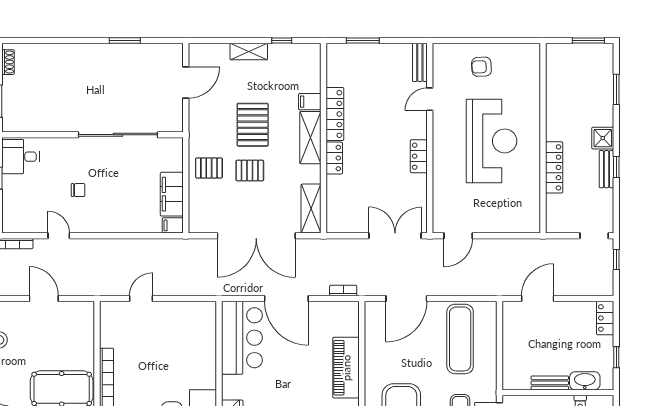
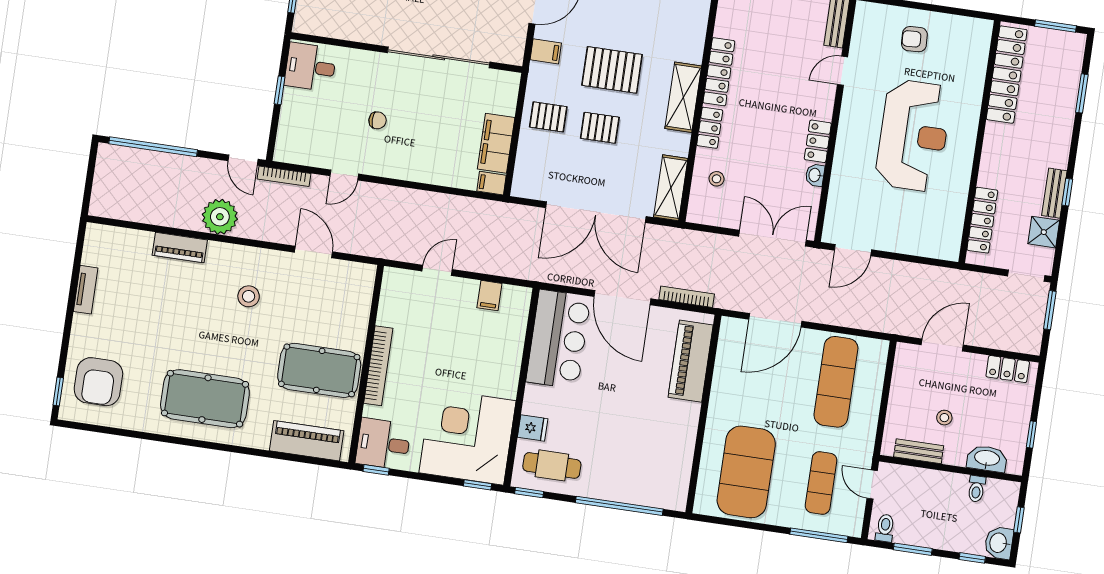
locker: (556, 83) -> (1007, 75), added
filing cabinet: (310, 102) -> (546, 51), moved, turned 180
pallet: (253, 125) -> (612, 70), turned 90
shower: (603, 138) -> (1044, 232), moved
locker: (554, 167) -> (982, 220), moved
washbasin: (420, 182) -> (815, 175), added
stool: (345, 197) -> (717, 179), added
door: (59, 236) -> (344, 175), swing flipped
window: (616, 260) -> (1050, 310), width x1.50
bookcase: (343, 291) -> (687, 297), width x1.56
filing cabinet: (184, 312) -> (489, 296), added
locker: (605, 318) -> (1008, 369), moved, turned -90
stool: (547, 354) -> (944, 418), added
piano: (346, 368) -> (691, 361), moved
bench: (550, 383) -> (919, 451), moved

